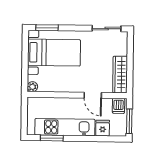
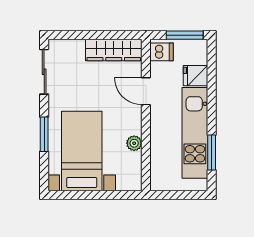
window: (47, 28) -> (44, 134), moved
plant: (32, 87) -> (134, 143), moved
door: (93, 95) -> (146, 91), swing flipped

